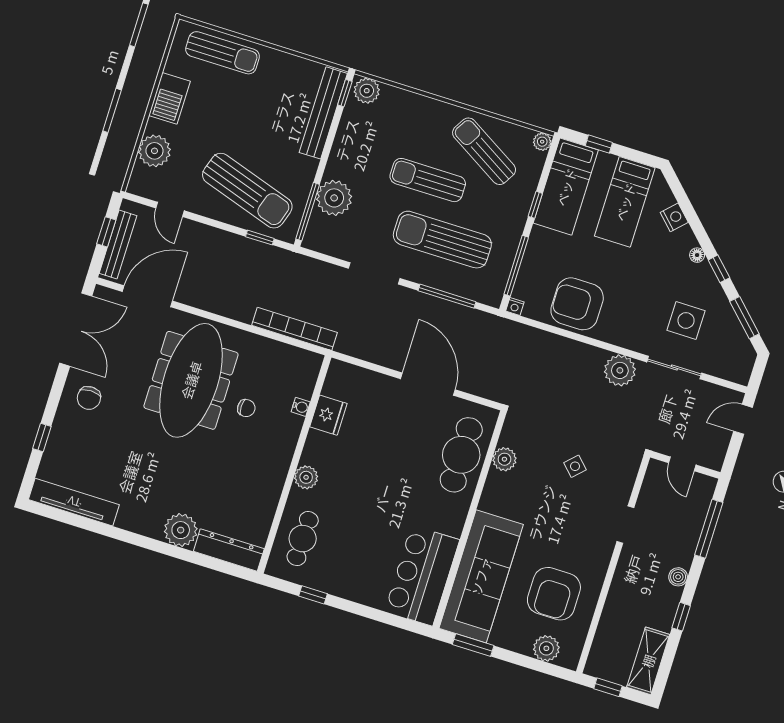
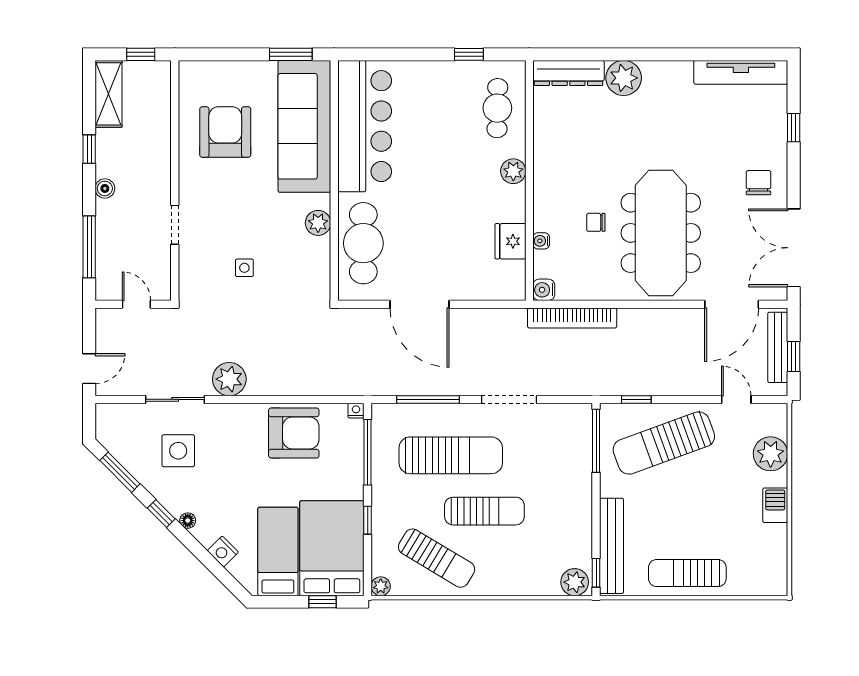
sun lounger: (223, 53) -> (687, 573), moved
barbecue: (170, 98) -> (775, 505), width x0.73, depth x0.79
bed: (566, 187) -> (332, 548), width x1.50
sun lounger: (247, 191) -> (664, 443), turned -38
plant: (334, 198) -> (574, 463), removed
water cooler: (312, 362) -> (544, 290), added
plant: (504, 459) -> (318, 223), moved
side table: (575, 466) -> (244, 268), turned 45
bar counter: (422, 576) -> (365, 126), width x1.36
plant: (546, 648) -> (216, 74), removed

